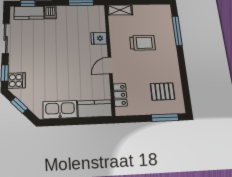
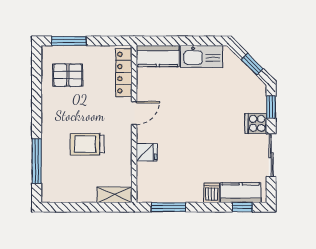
cooker: (17, 81) -> (256, 123), moved
locker: (120, 95) -> (124, 73), width x1.53

